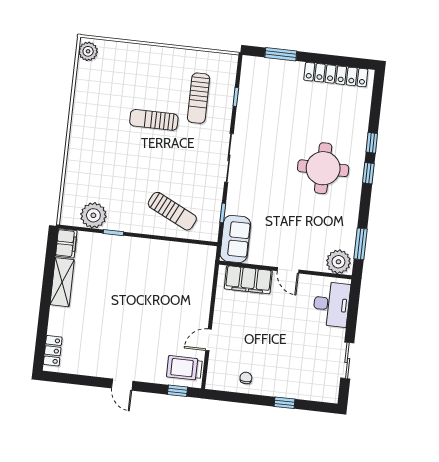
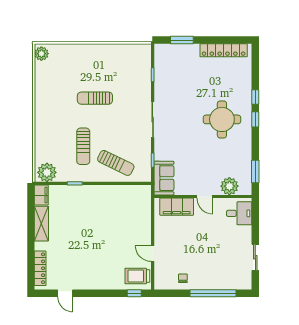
sun lounger: (198, 98) -> (83, 146), moved
plant: (93, 215) -> (47, 172), moved
plant: (338, 262) -> (229, 186), moved
desk: (331, 304) -> (239, 213), width x0.73
door: (209, 340) -> (153, 254), hinge flipped
locker: (53, 351) -> (40, 268), width x1.53
door: (122, 385) -> (65, 293), moved
window: (285, 403) -> (213, 293), width x3.17

